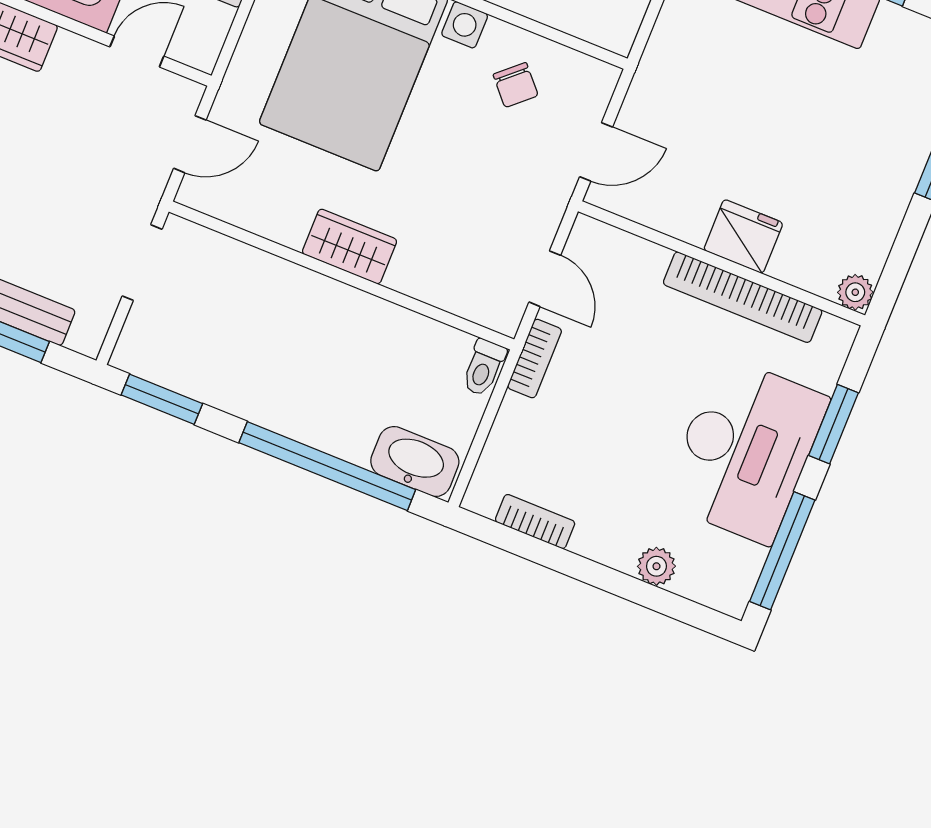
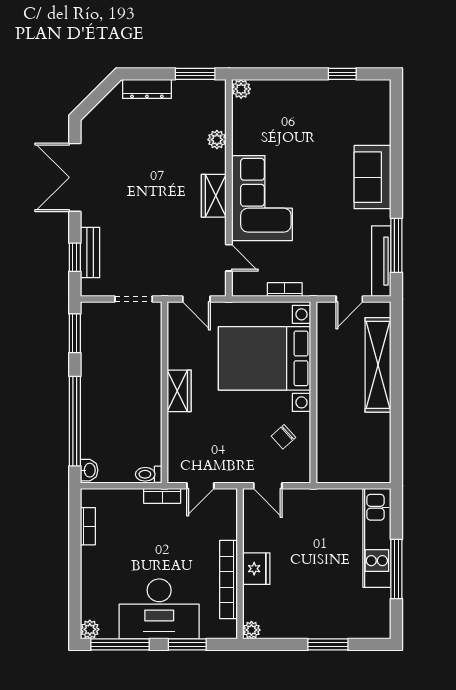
washbasin: (415, 462) -> (89, 470), width x0.52, depth x0.69
plant: (656, 566) -> (90, 629), moved

